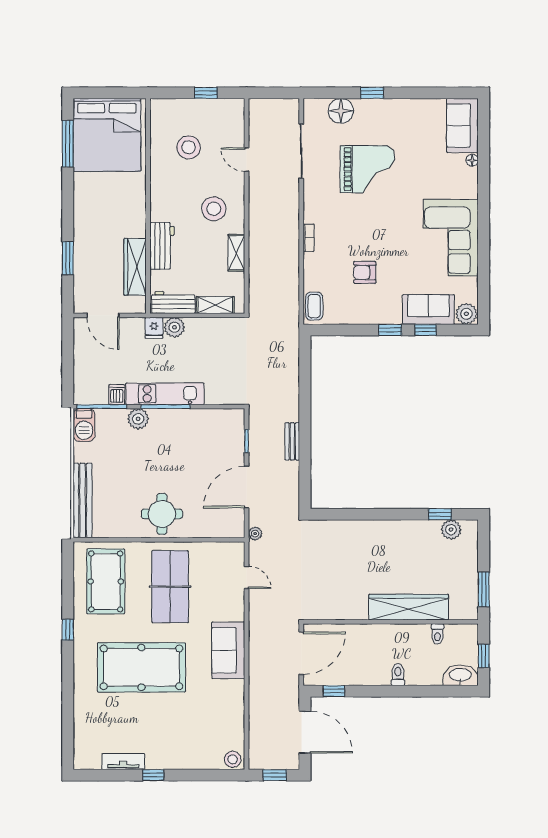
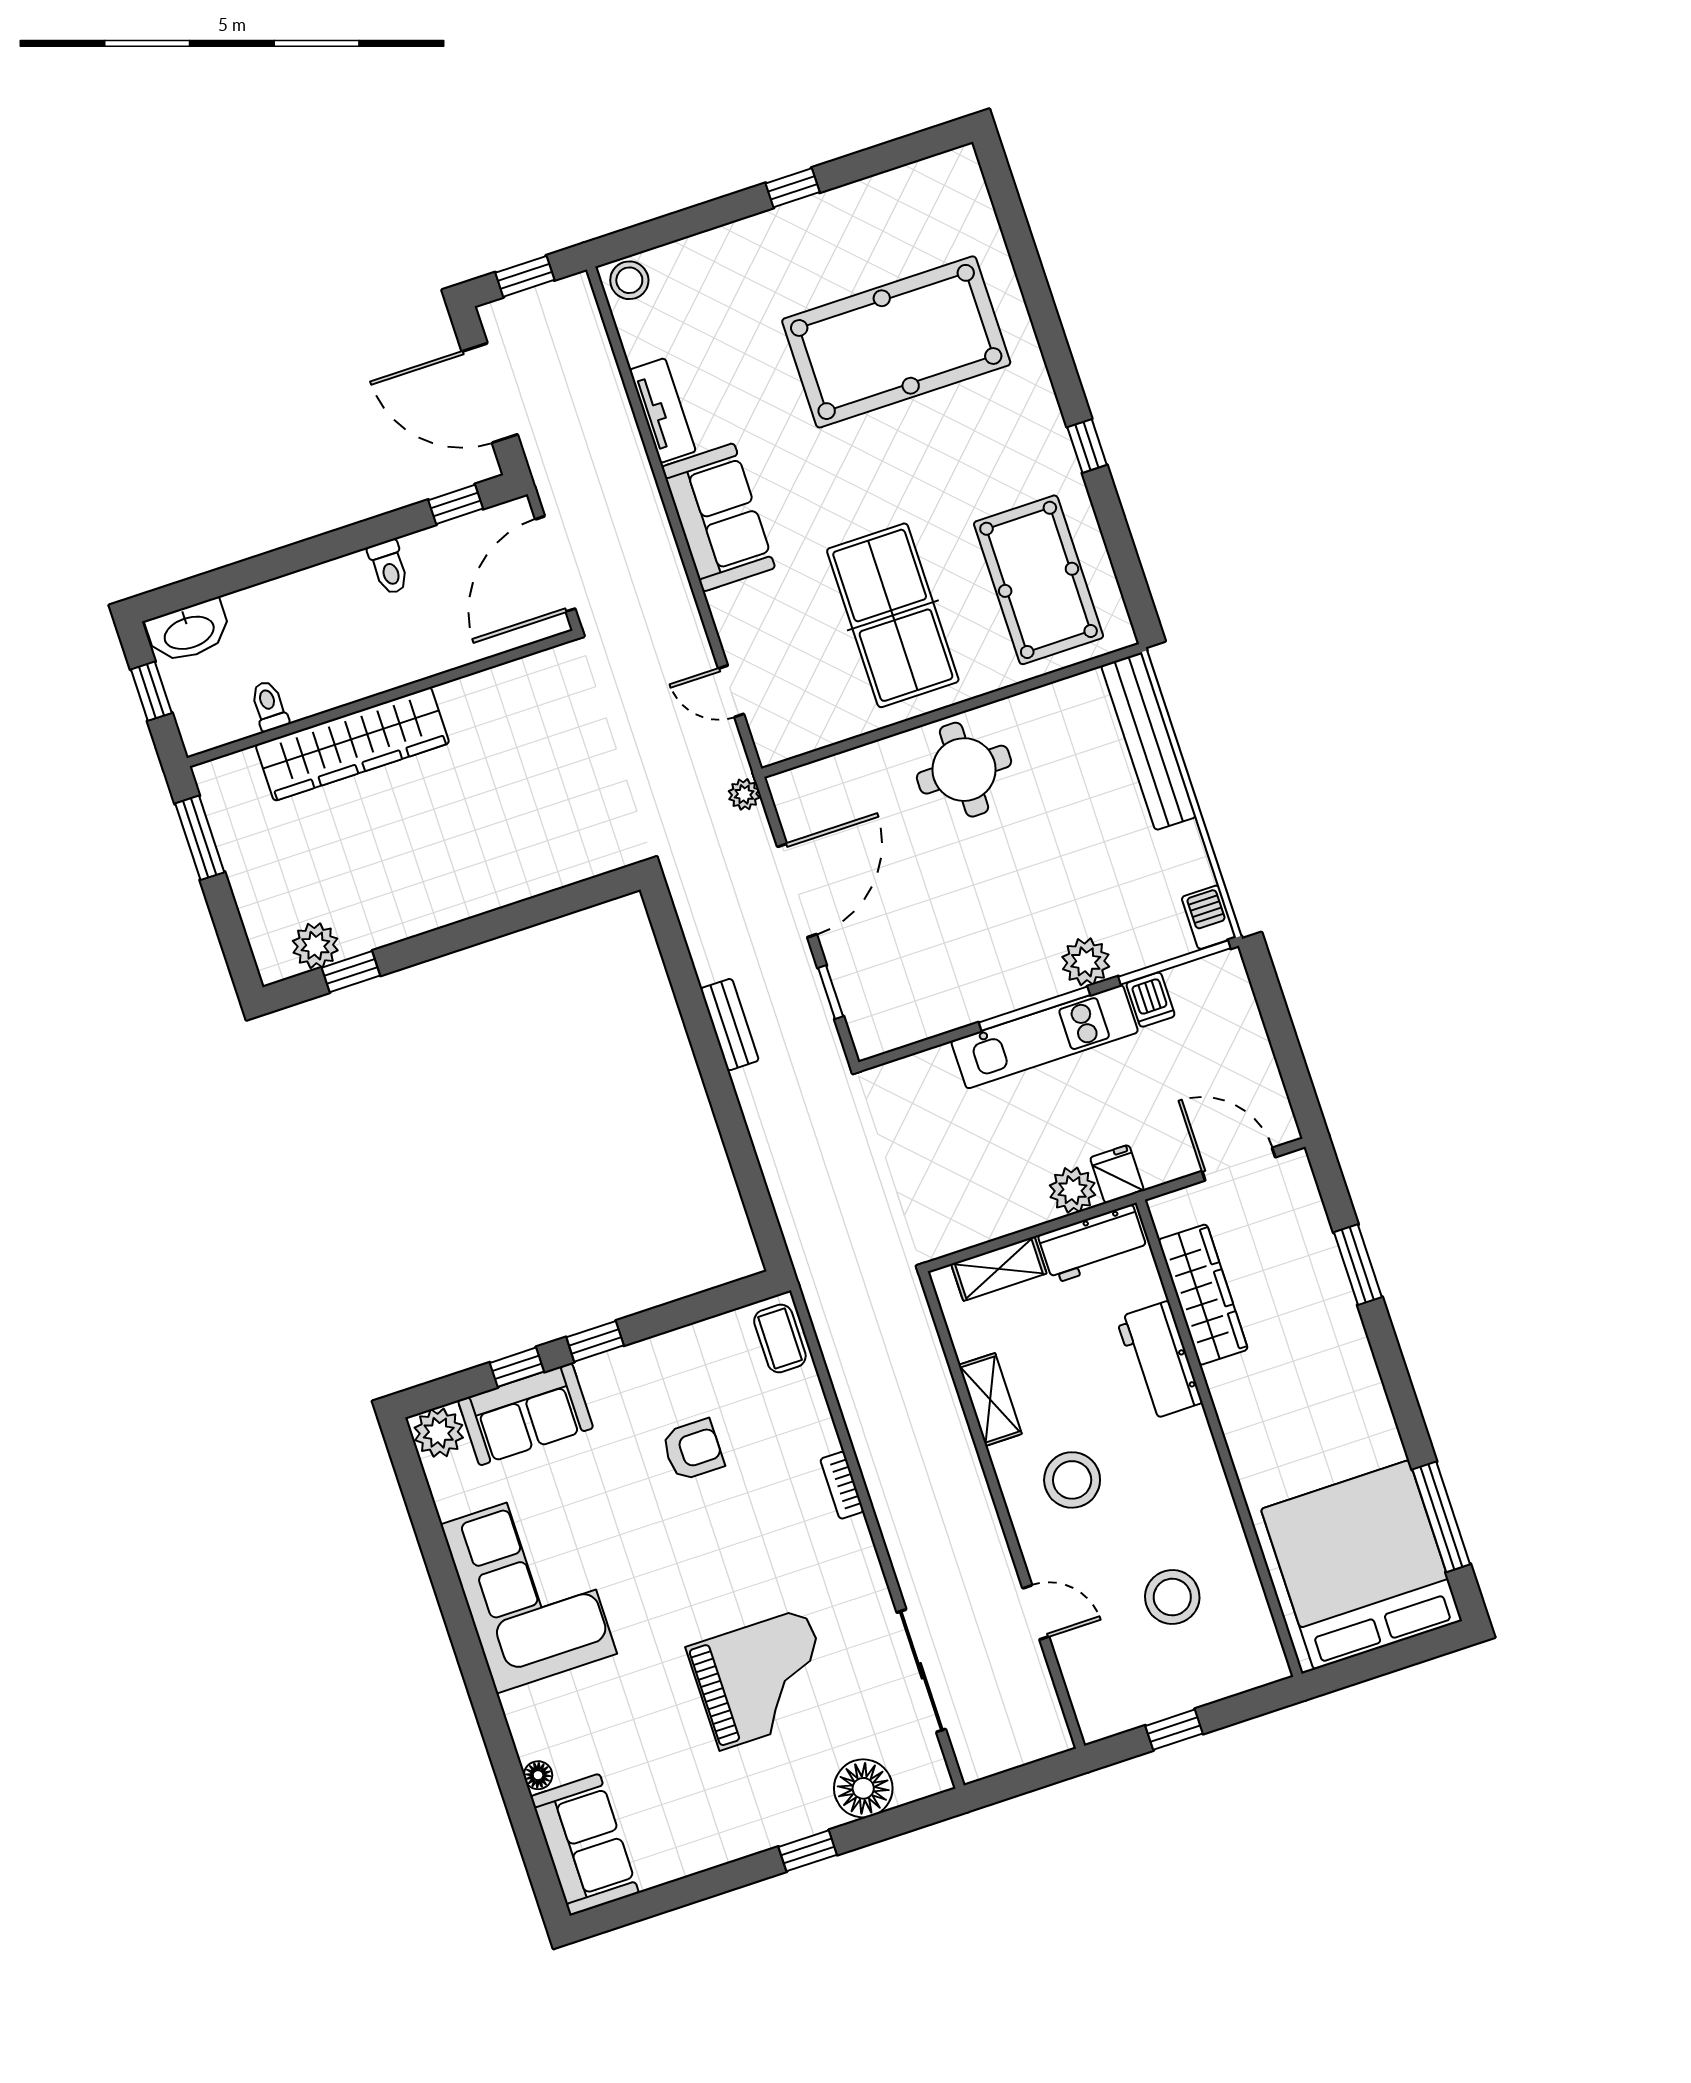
grand piano: (367, 169) -> (763, 1679), turned 180
barbecue: (84, 425) -> (1209, 917), width x0.73, depth x0.79
pool table: (141, 667) -> (896, 342), moved
toilet: (398, 675) -> (389, 567), moved
tv unit: (123, 761) -> (663, 411), moved, turned -90

